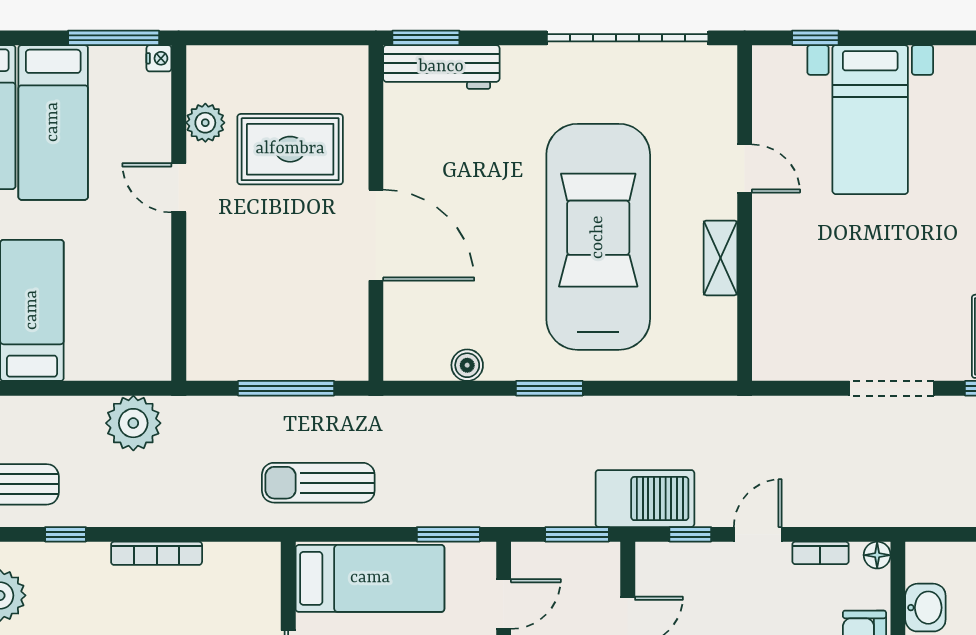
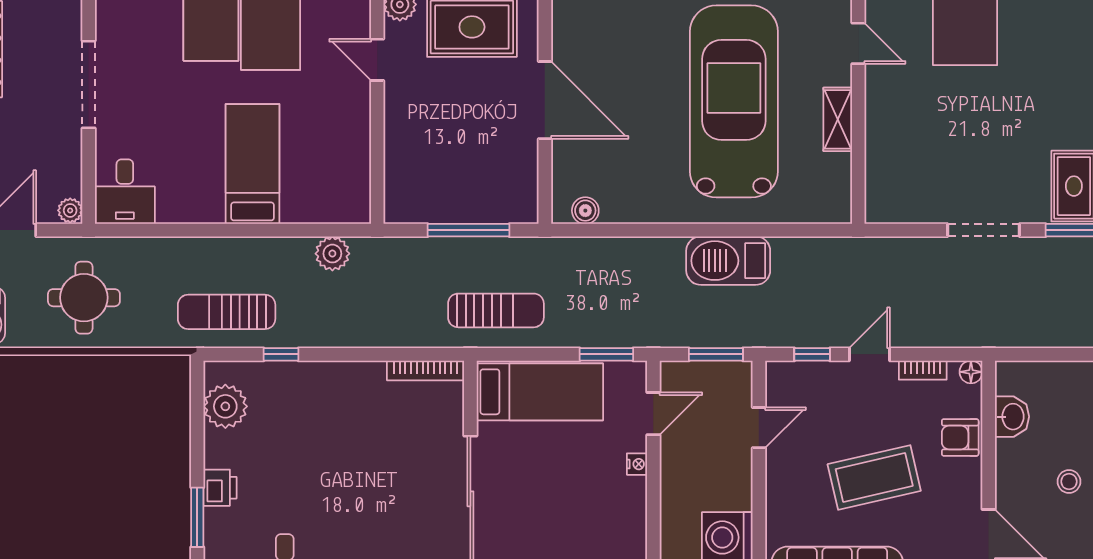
boiler: (467, 365) -> (585, 211), moved
window: (549, 388) -> (692, 230), removed
plant: (133, 423) -> (332, 254), width x0.73, depth x0.73
sun lounger: (318, 483) -> (496, 310), turned 180
barbecue: (645, 499) -> (728, 261), moved, turned 180
bookcase: (157, 553) -> (425, 370), moved

